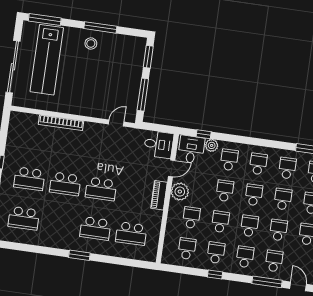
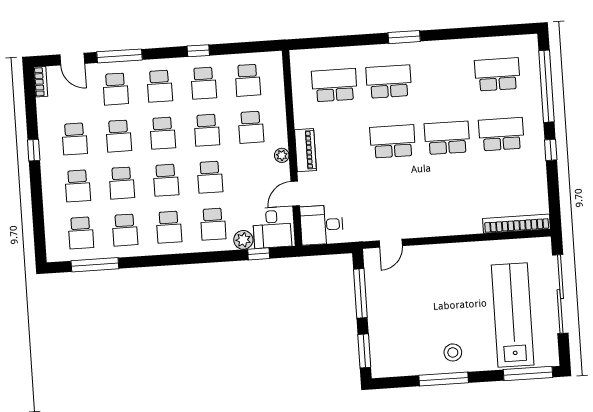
bookcase: (61, 123) -> (517, 224), moved
plant: (180, 192) -> (282, 155), width x0.53, depth x0.53

